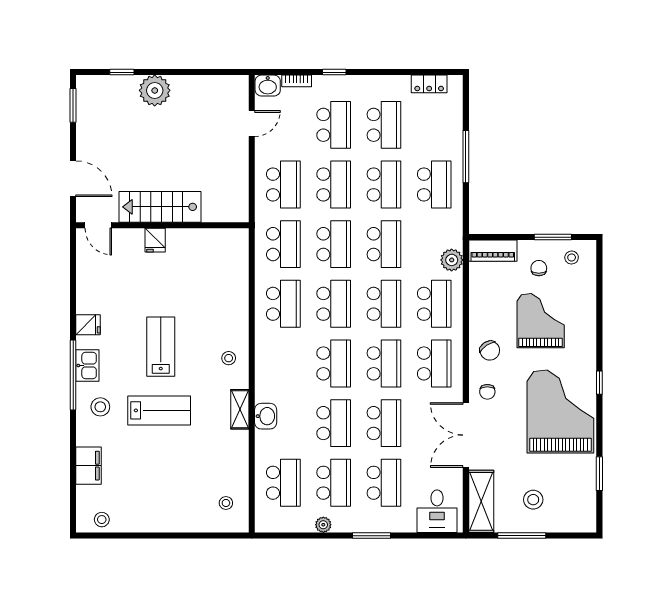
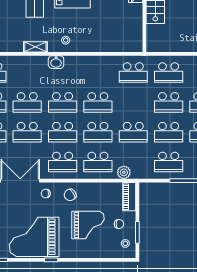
school desk: (334, 244) -> (133, 102), removed
school desk: (283, 304) -> (98, 73), removed
grand piano: (560, 411) -> (34, 237), turned 180
washbasin: (266, 416) -> (56, 62), moved

